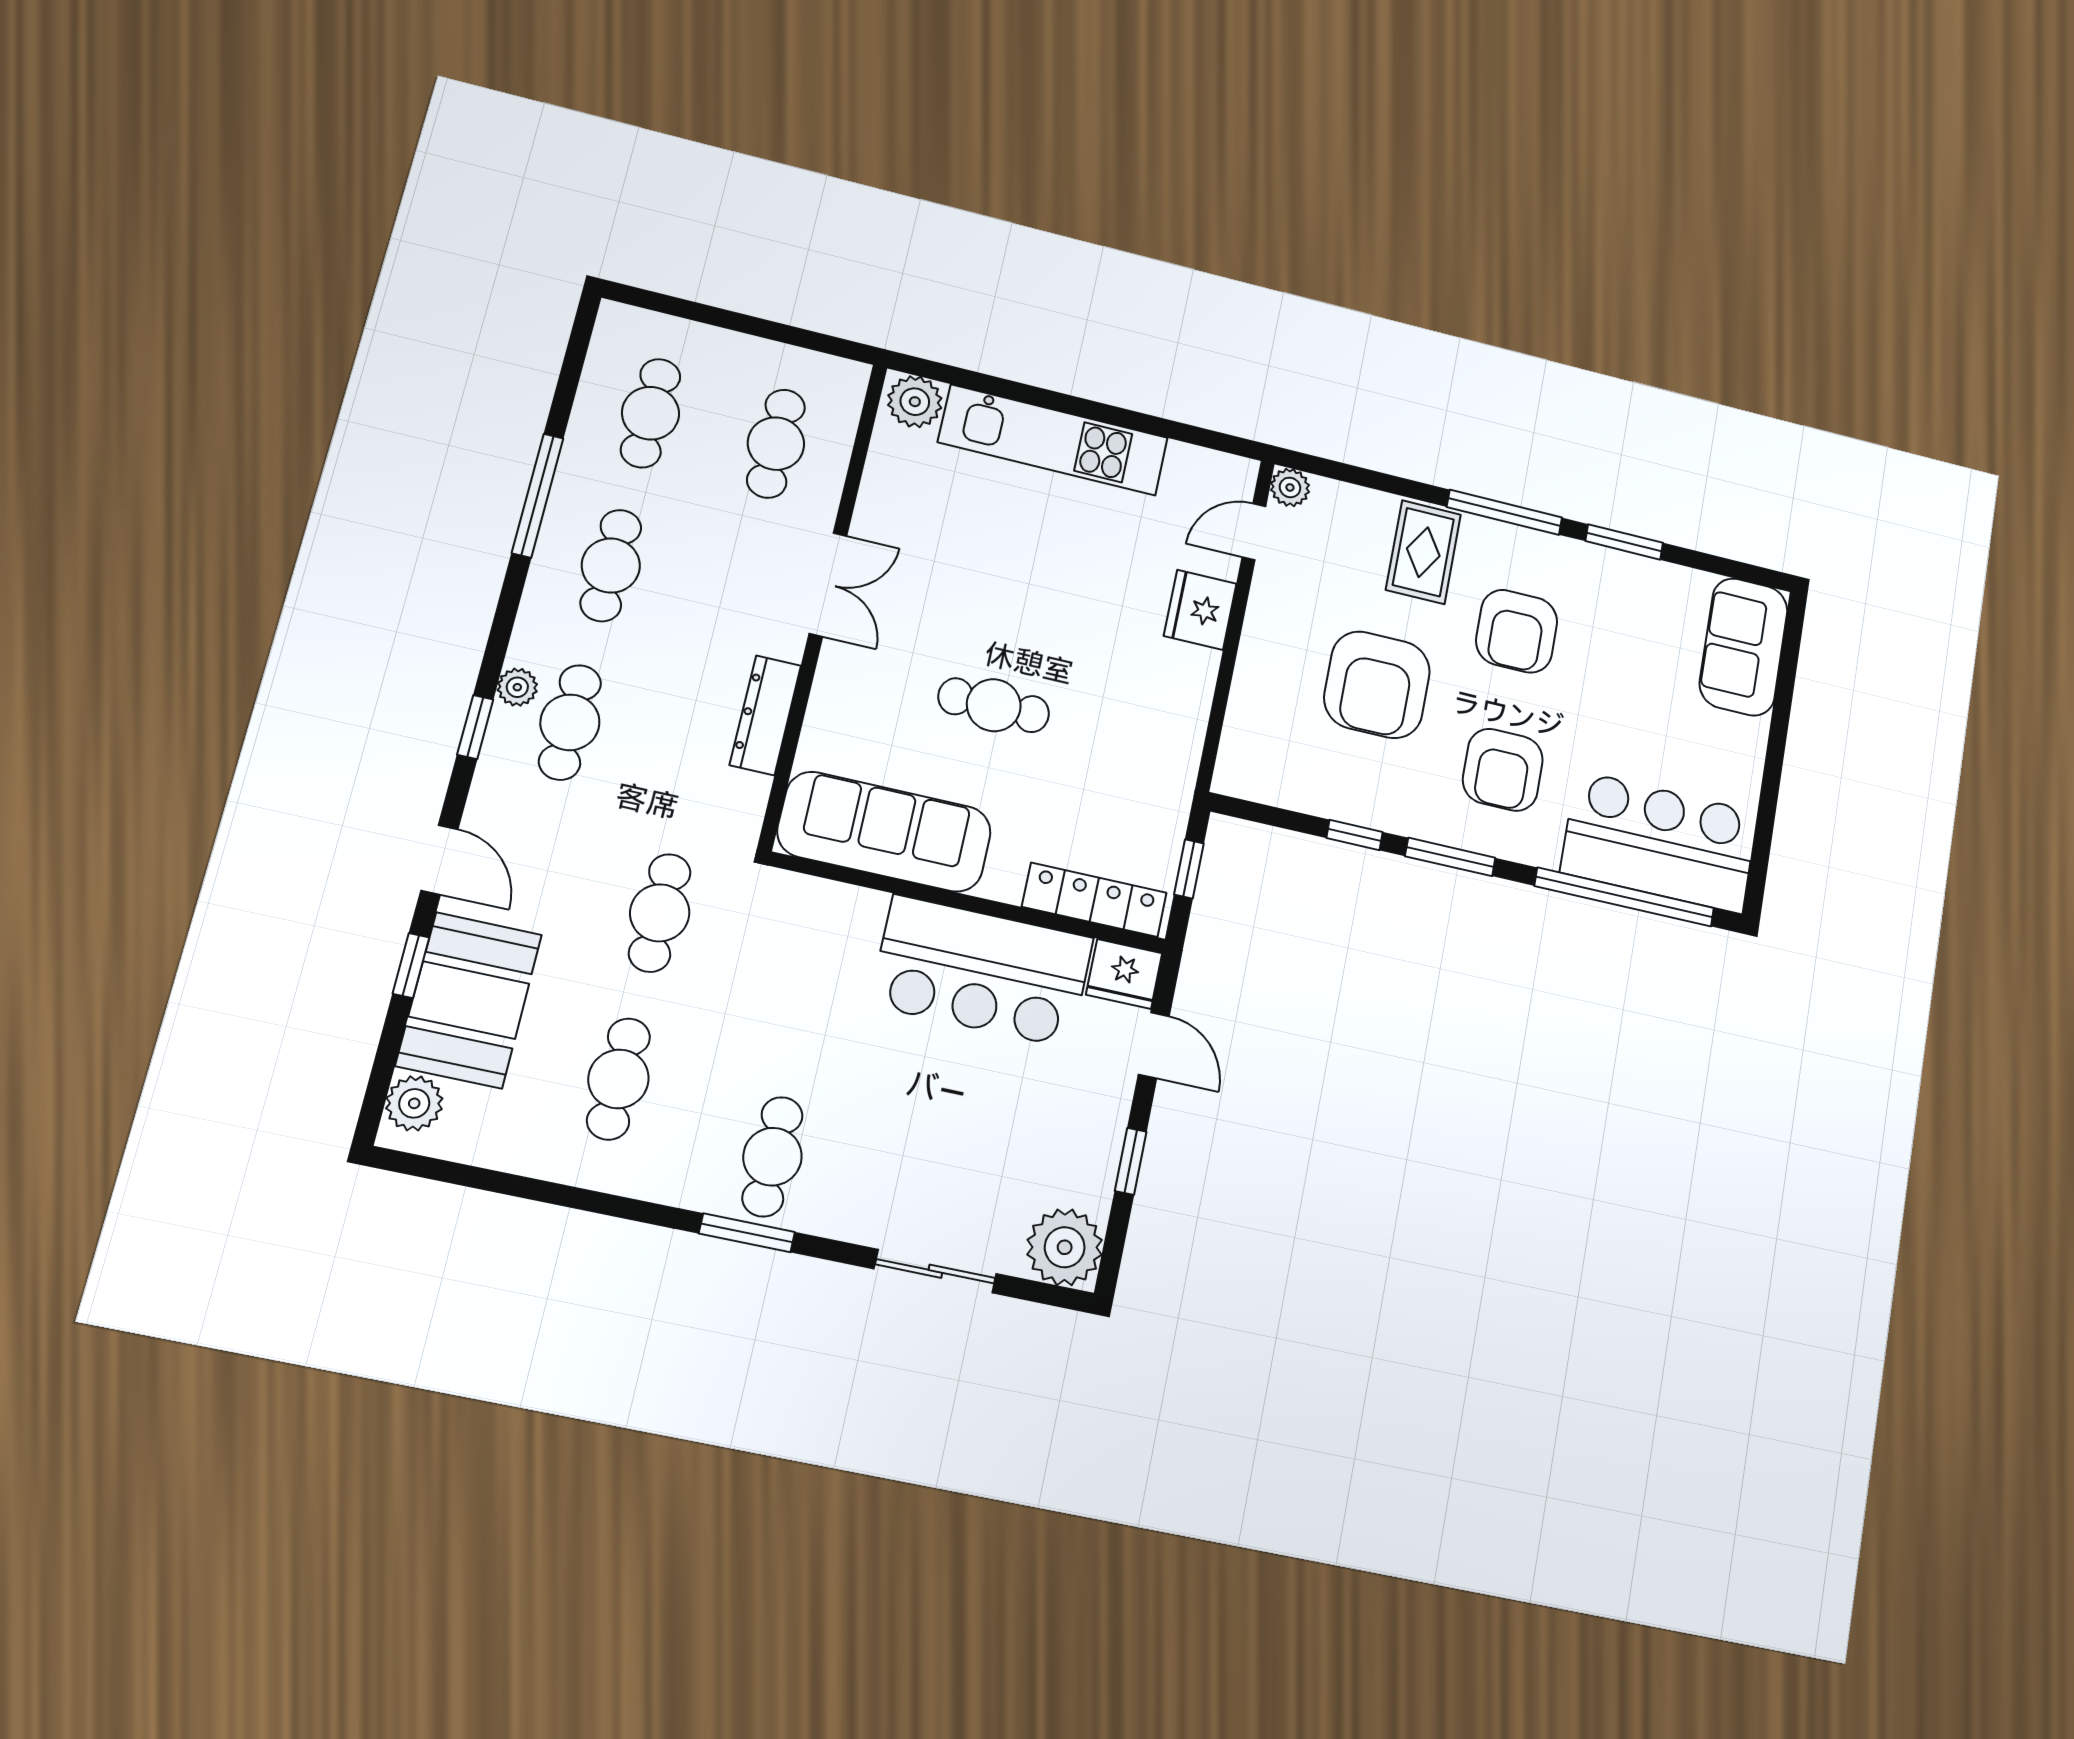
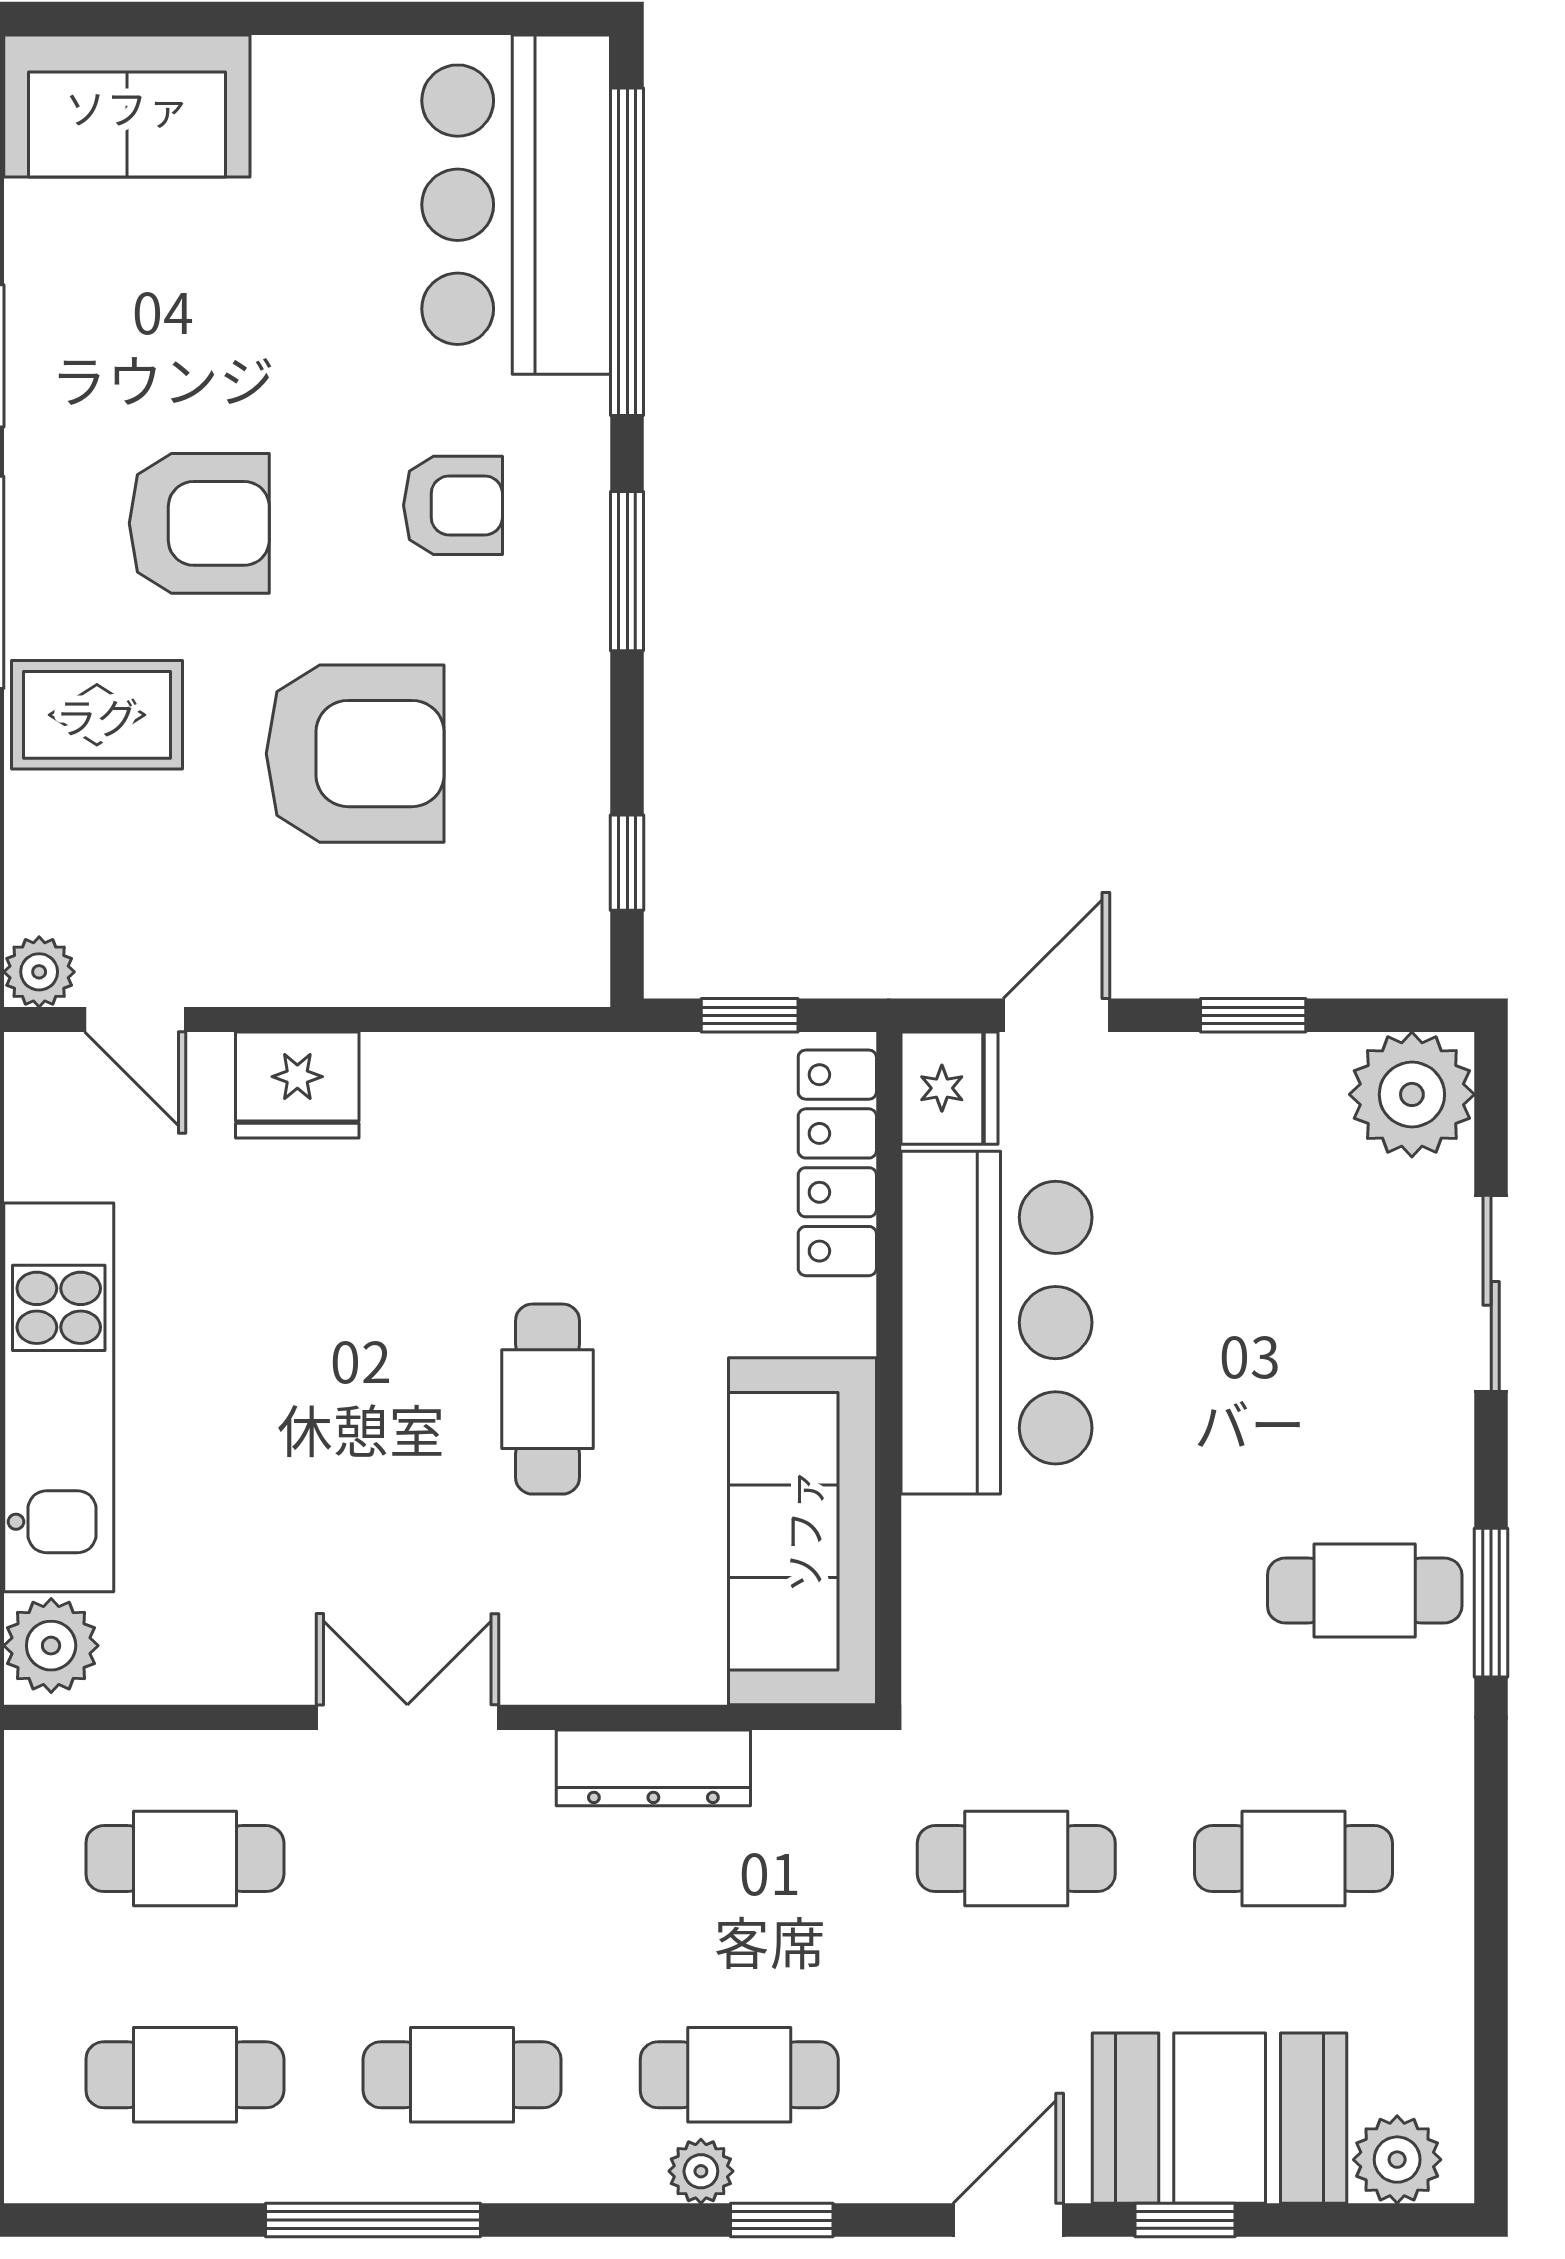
armchair: (1503, 770) -> (453, 505), width x0.72, depth x0.72
window: (1355, 835) -> (627, 863), moved

